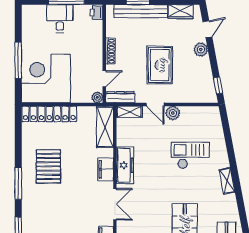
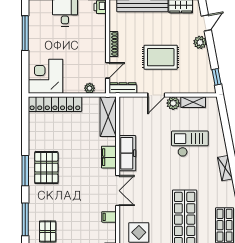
window: (18, 60) -> (25, 33), moved
rug: (160, 65) -> (161, 57), turned 90
corner desk: (46, 78) -> (46, 76), width x0.74, depth x0.74
plant: (97, 97) -> (90, 88), moved
door: (155, 104) -> (156, 95), hinge flipped
shelving: (129, 112) -> (193, 102), moved
pallet: (48, 166) -> (46, 168), moved

